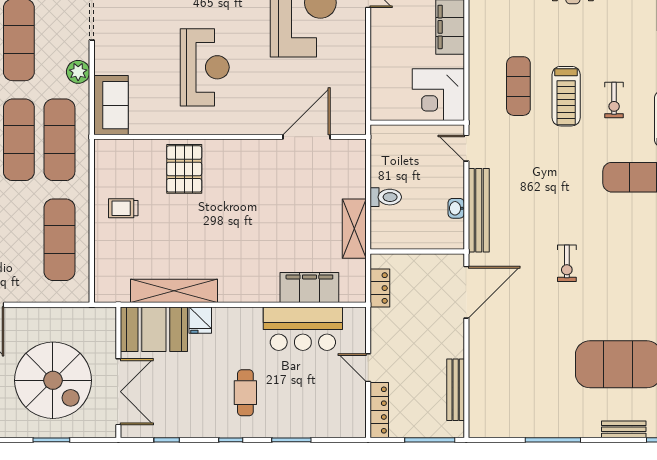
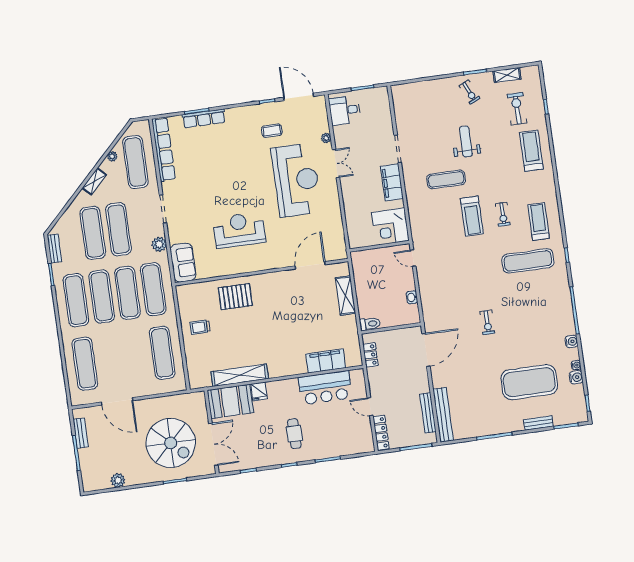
reception desk: (205, 67) -> (239, 230), turned -90
exercise mat: (518, 86) -> (446, 179), moved, turned 90
pallet: (184, 169) -> (235, 297), turned 90
toilet: (386, 197) -> (370, 324), moved
bench: (479, 210) -> (443, 415), moved
shelving: (354, 229) -> (345, 296), moved

